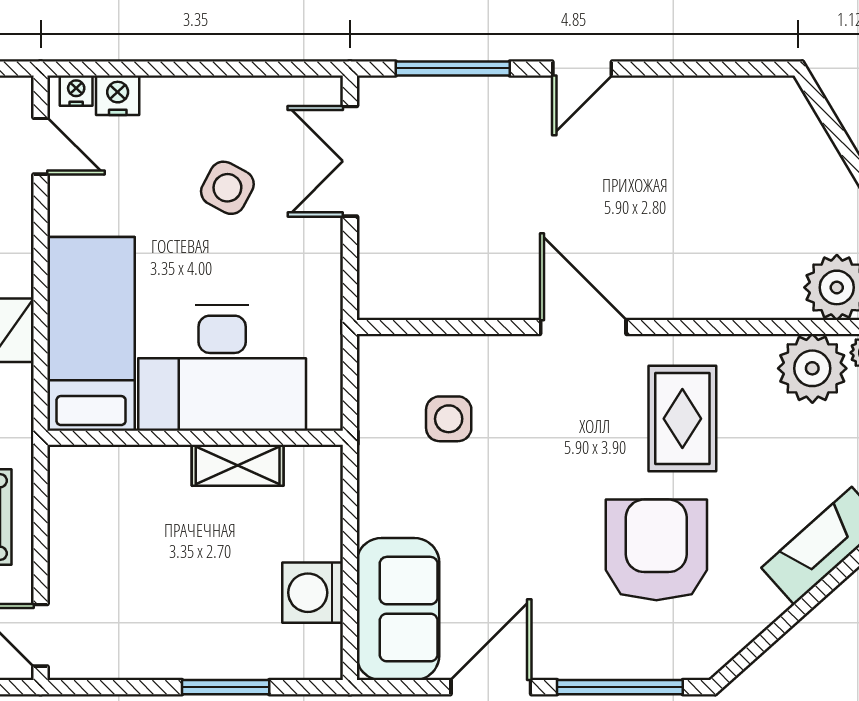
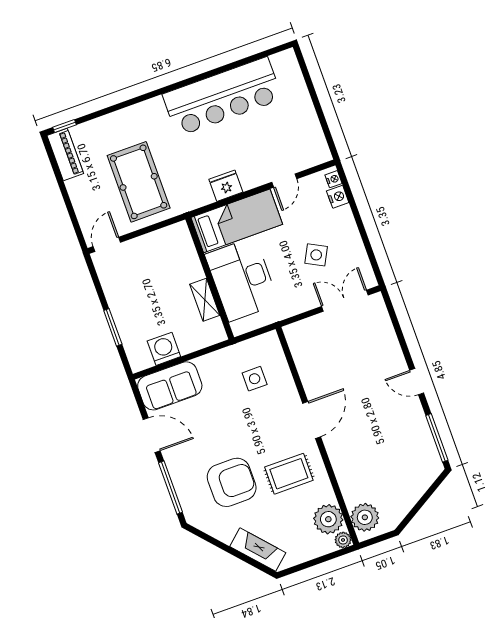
window: (453, 68) -> (437, 438), moved
door: (40, 146) -> (284, 181), moved

